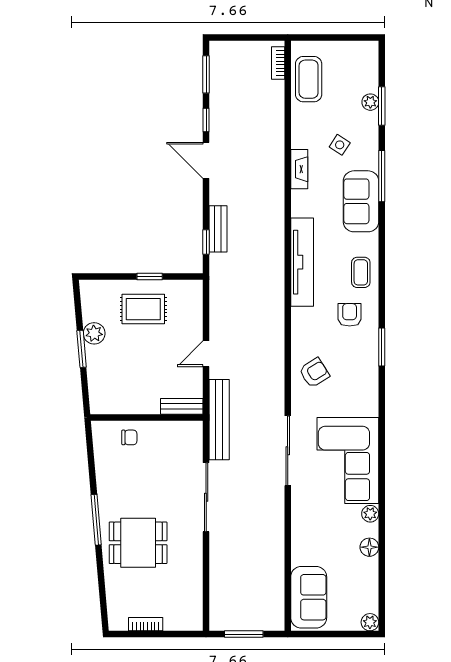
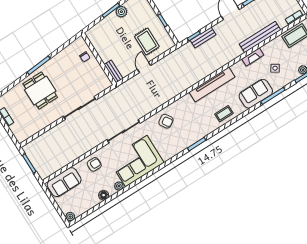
rug: (143, 309) -> (147, 42), moved
armchair: (350, 315) -> (94, 164), moved
door: (206, 354) -> (144, 67), hinge flipped
bench: (219, 420) -> (260, 37), moved

